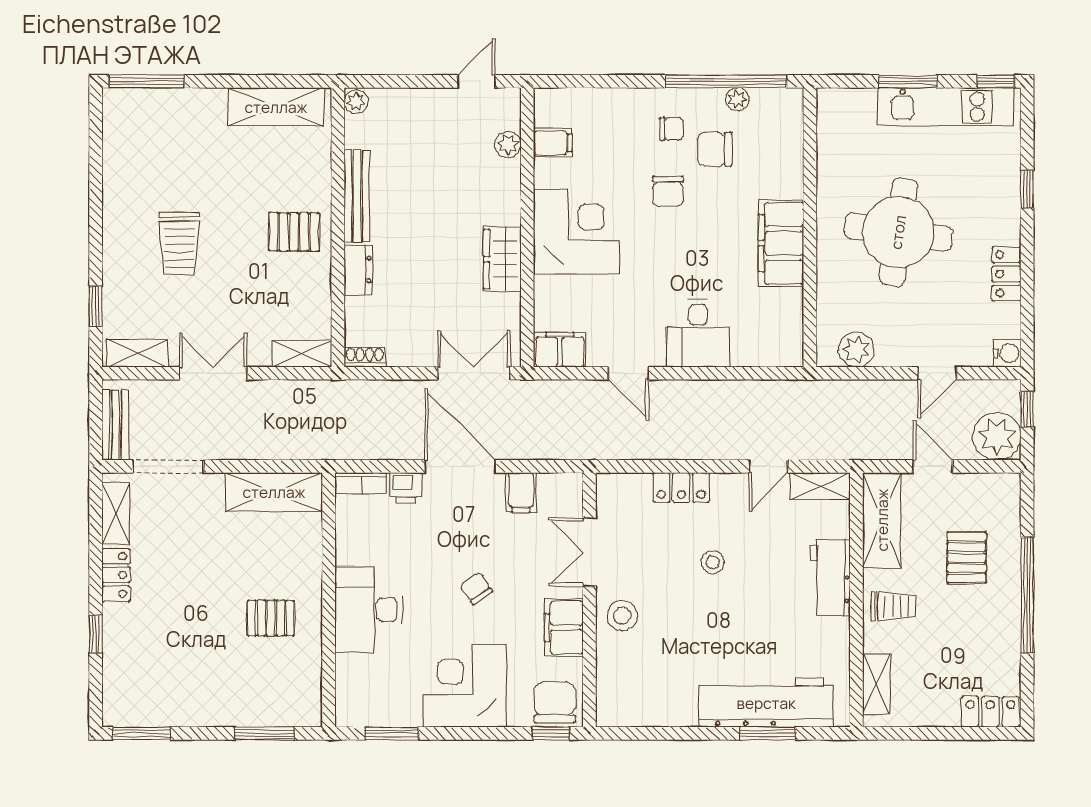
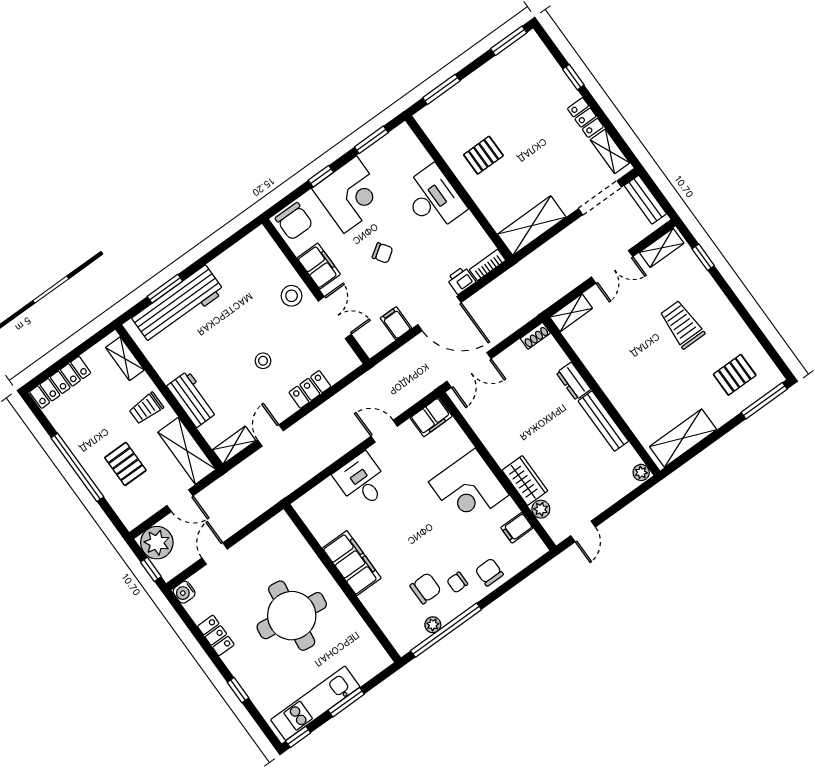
chair: (668, 191) -> (489, 572), moved
pallet: (294, 232) -> (735, 375), moved
wardrobe: (502, 259) -> (525, 481), moved
plant: (856, 350) -> (268, 534), removed
locker: (990, 712) -> (60, 382), width x1.53
window: (551, 733) -> (321, 176), moved

